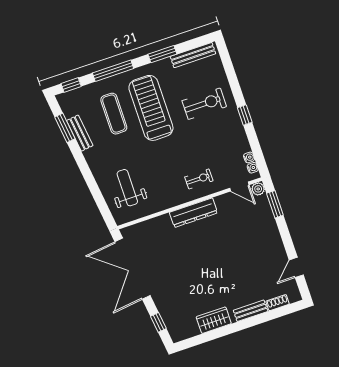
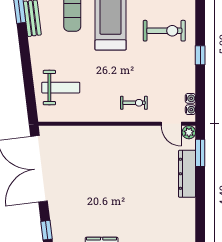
weight bench: (127, 188) -> (61, 88), turned 90
dresser: (193, 213) -> (187, 174), moved, turned 90
door: (296, 267) -> (200, 222), removed

